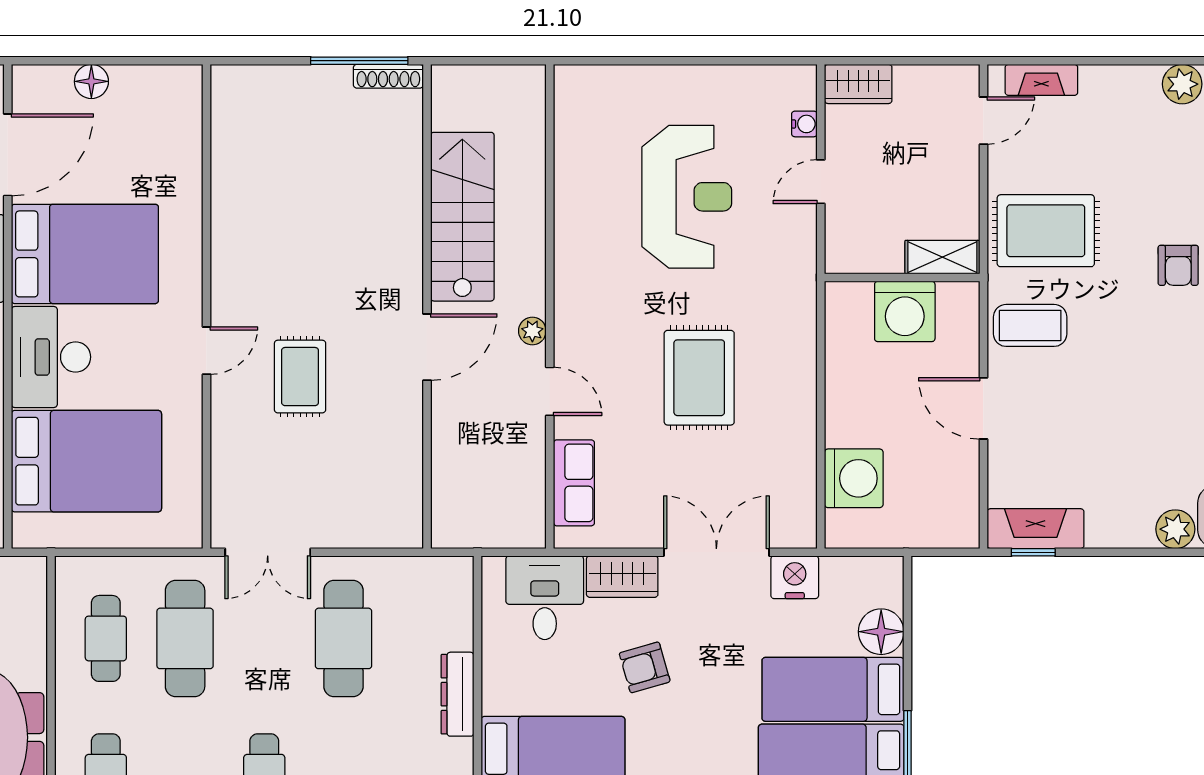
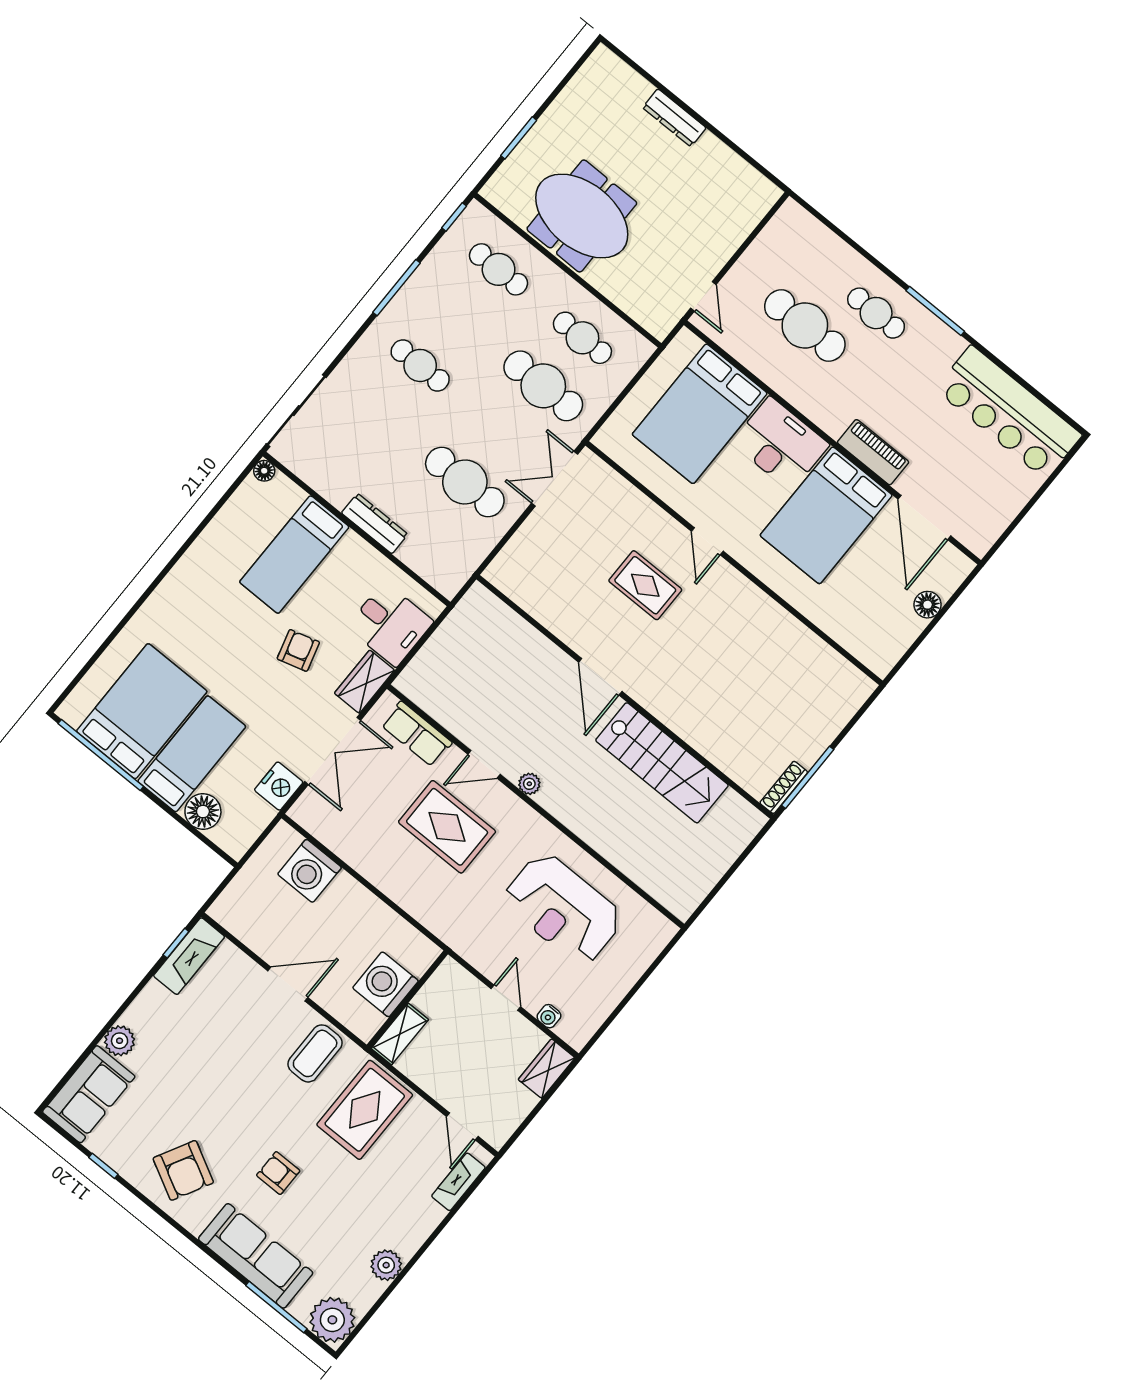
wall: (550, 306) -> (536, 806), moved
plant: (532, 331) -> (529, 784), moved
door: (550, 391) -> (484, 764), moved
row of seats: (574, 483) -> (417, 734), moved

